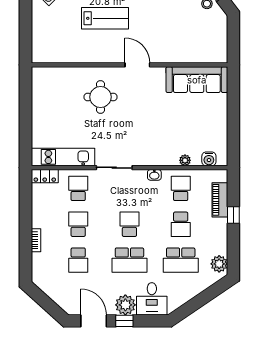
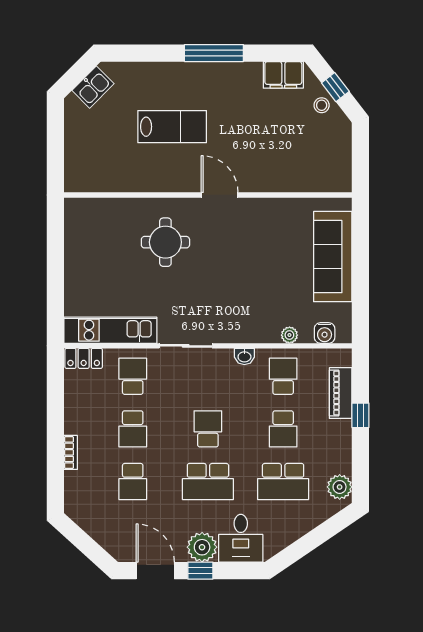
sofa: (197, 80) -> (333, 257), moved, turned 90
school desk: (78, 224) -> (133, 429), turned 180

